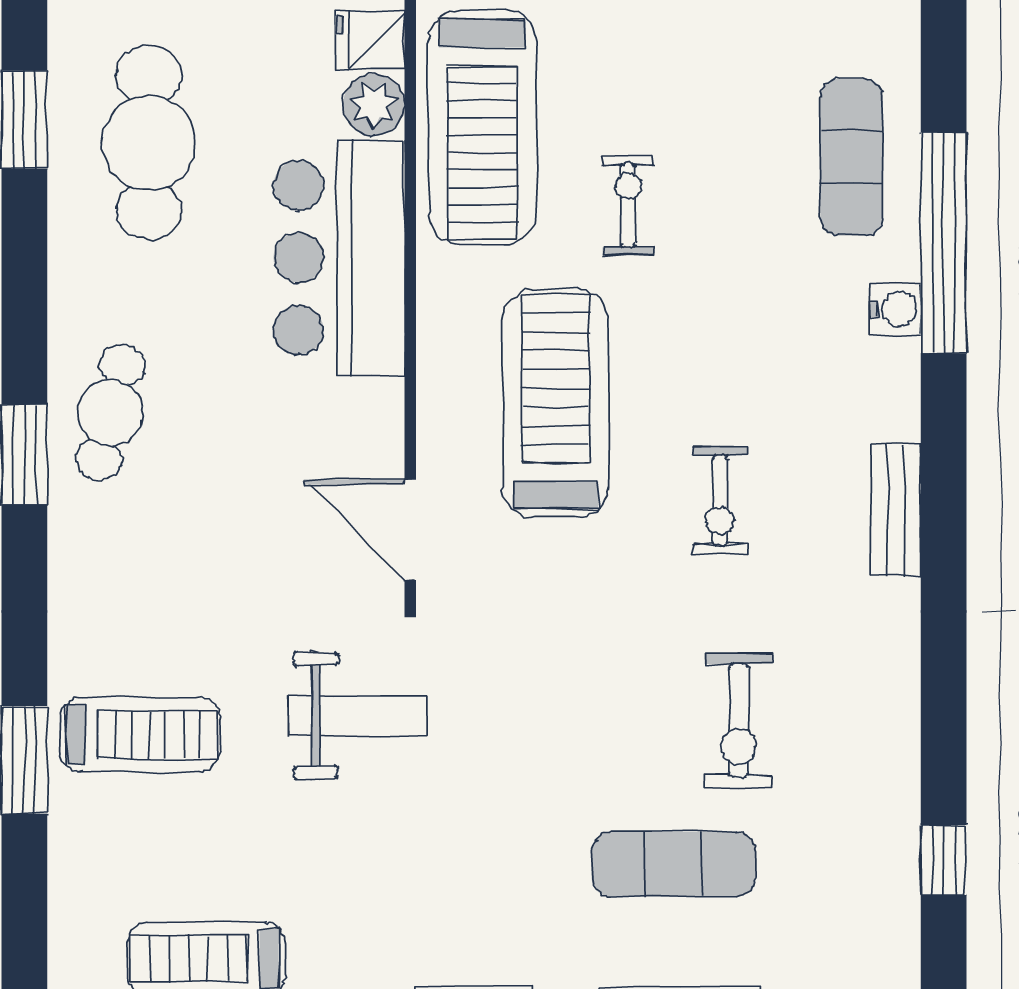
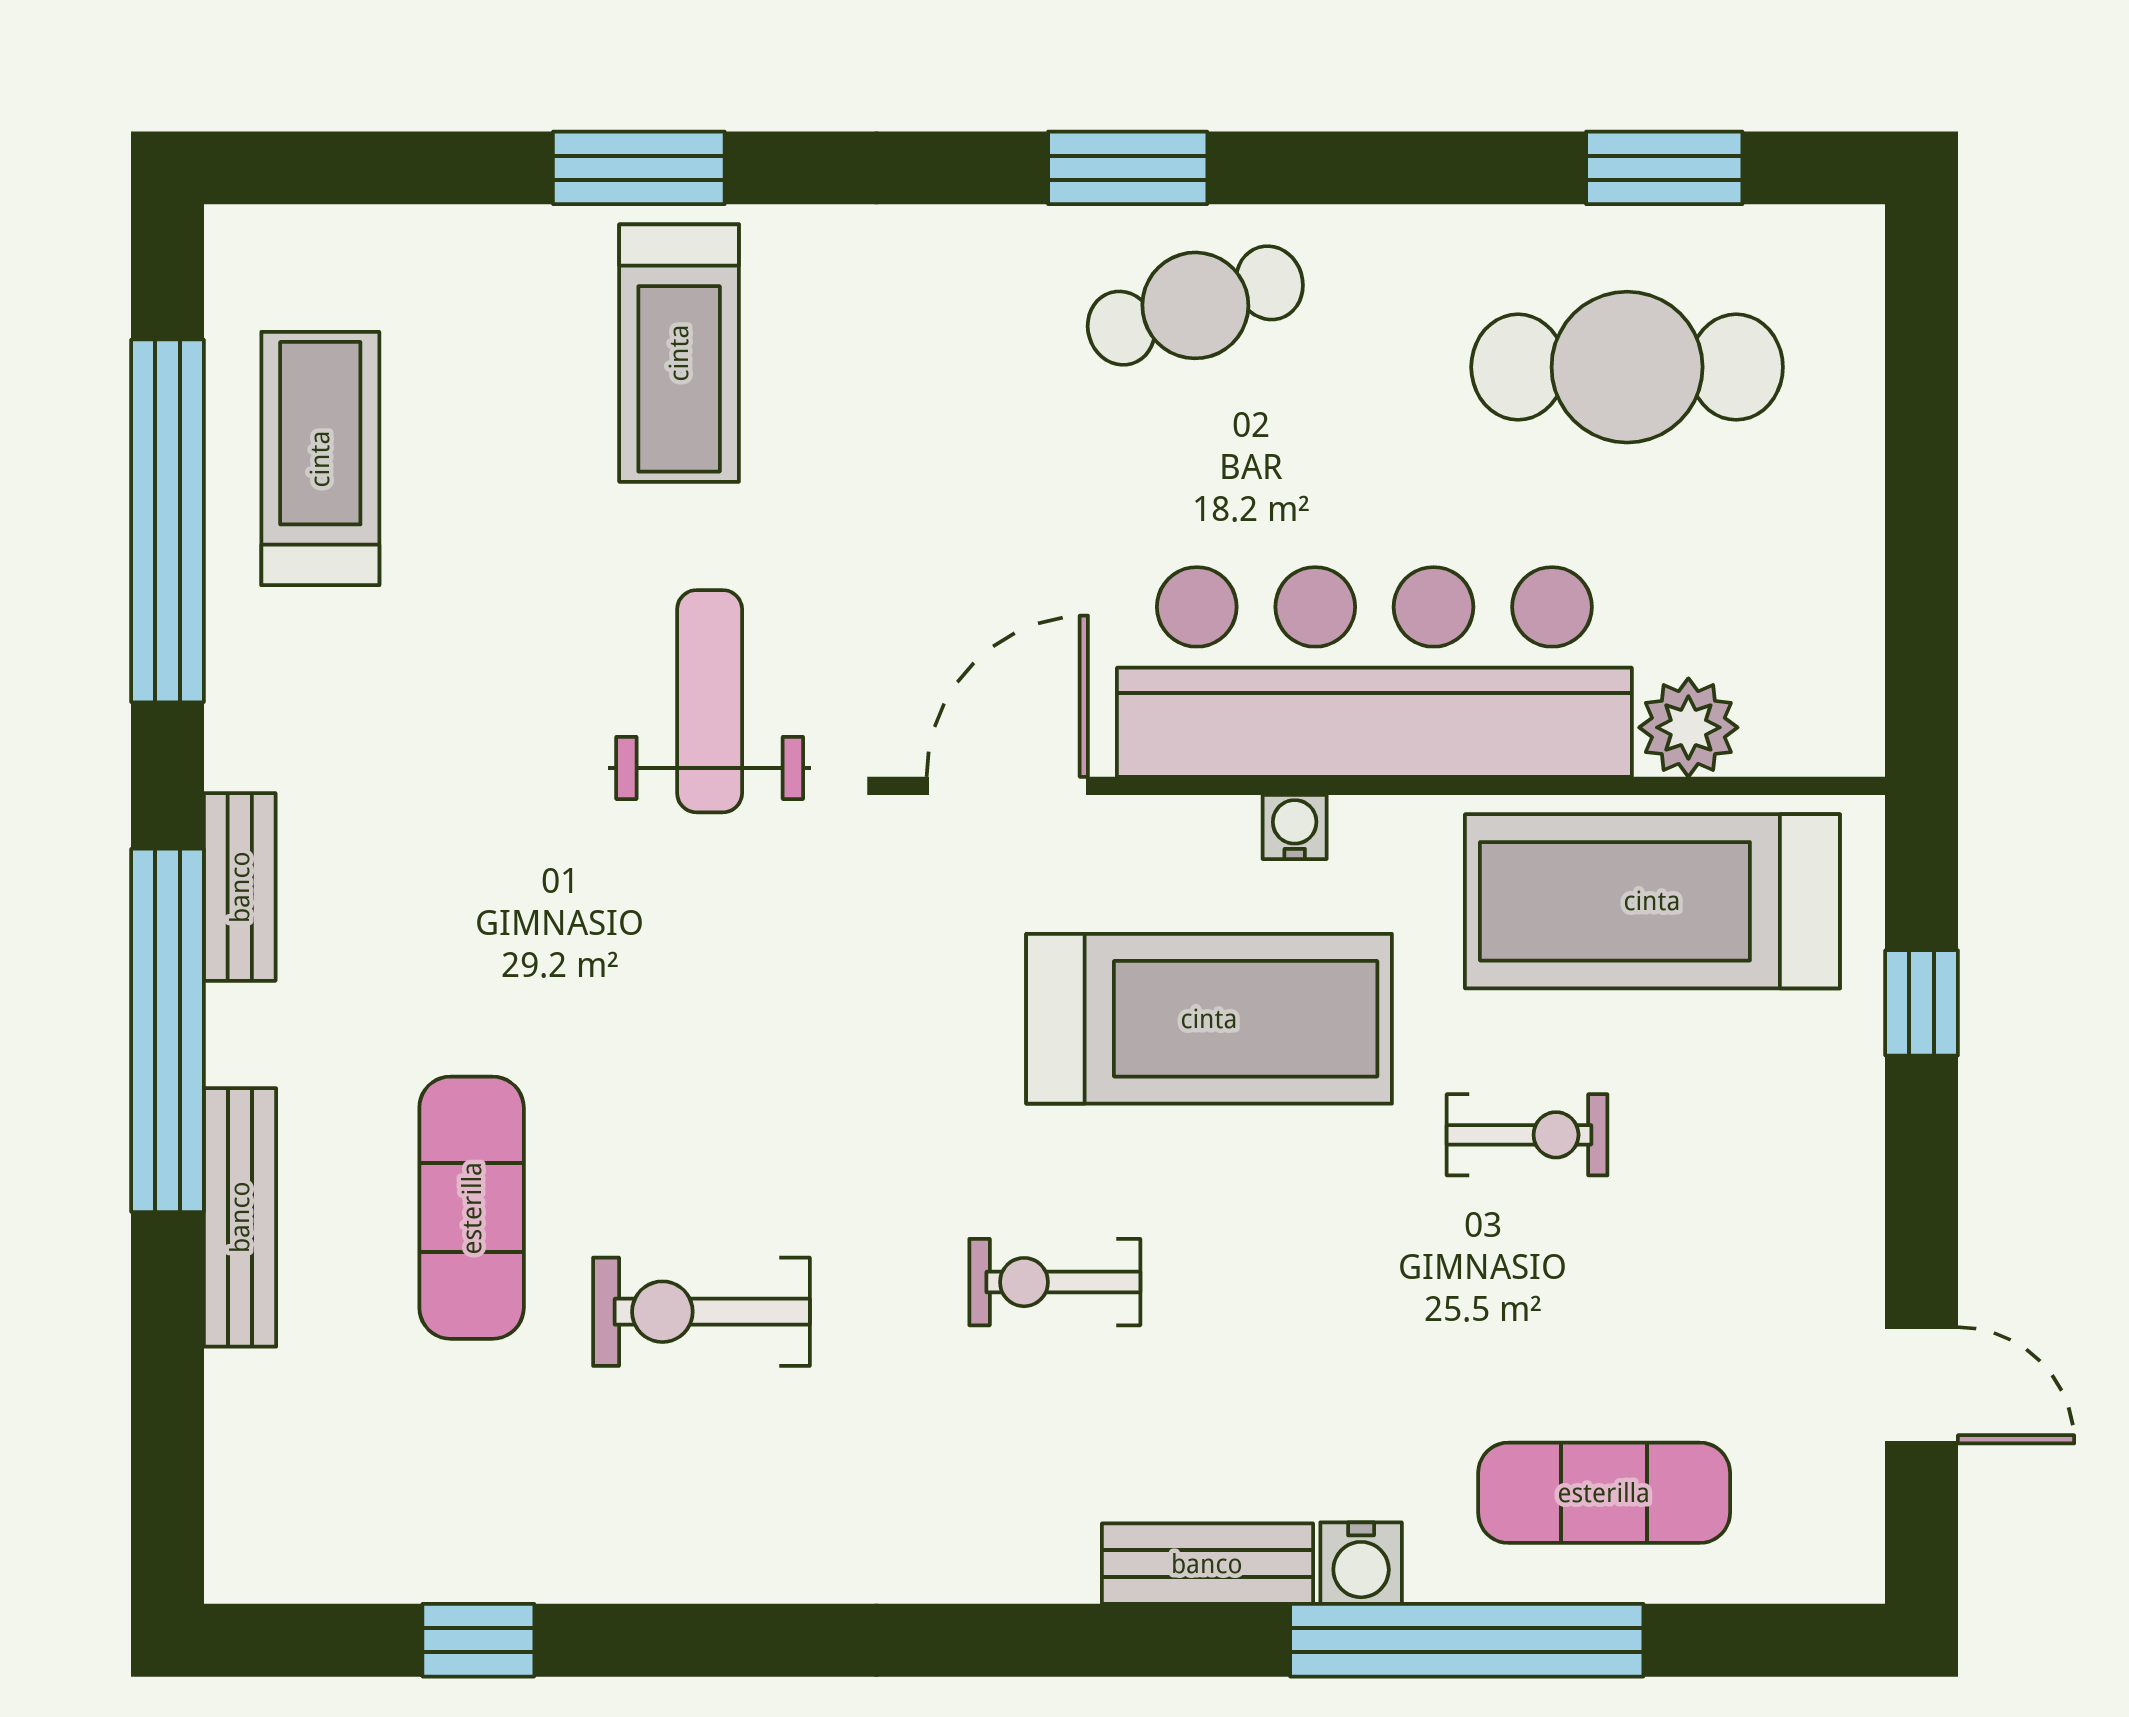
fridge: (370, 40) -> (1791, 722), removed
bar counter: (339, 258) -> (1374, 672), width x1.36
water cooler: (436, 350) -> (1295, 827), added
cafe table: (110, 412) -> (1195, 305), turned -31
bench: (896, 509) -> (1207, 1564), moved
weight bench: (357, 716) -> (710, 701), turned 180

